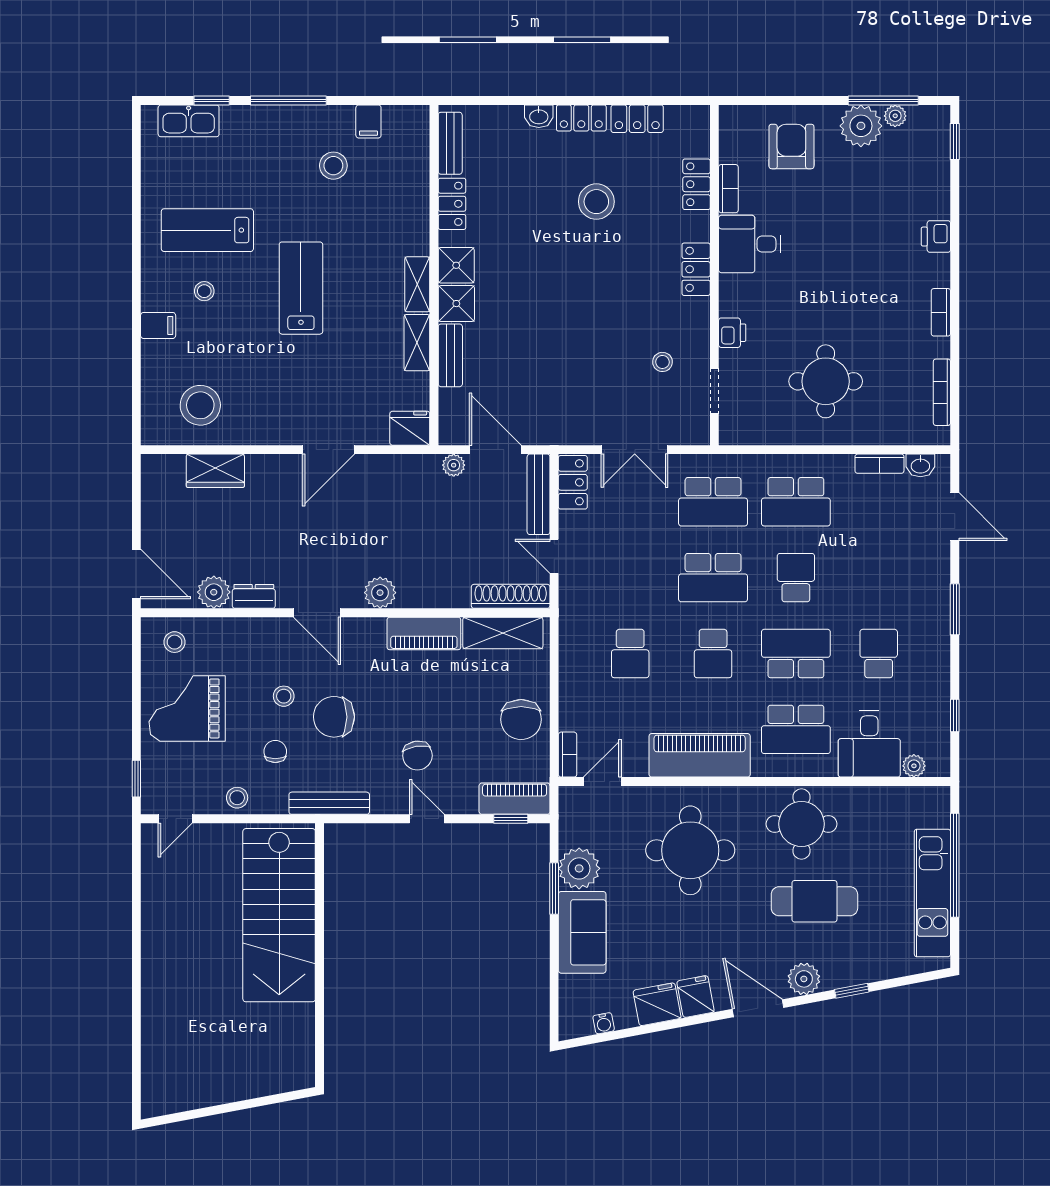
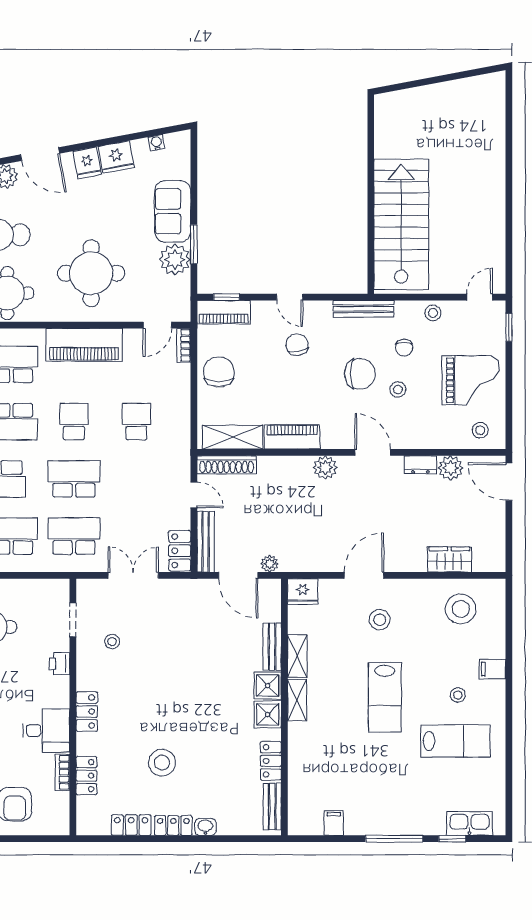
stool: (333, 166) -> (380, 620), moved

